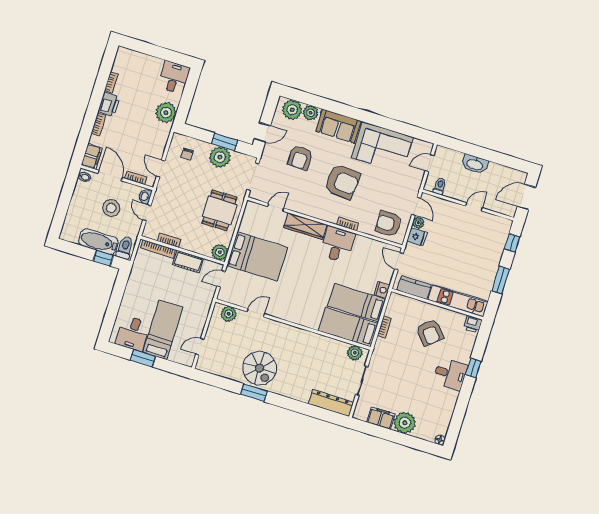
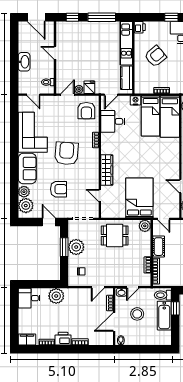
filing cabinet: (92, 156) -> (27, 339), moved
desk: (337, 244) -> (113, 121), moved
window: (501, 280) -> (102, 17), width x1.44

